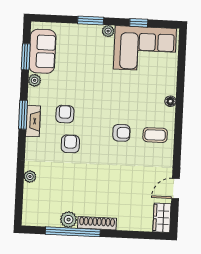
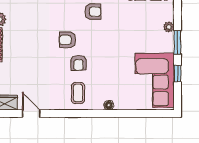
window: (91, 21) -> (177, 42), moved
plant: (108, 31) -> (169, 27), moved
armchair: (70, 144) -> (68, 40), moved, turned 180

